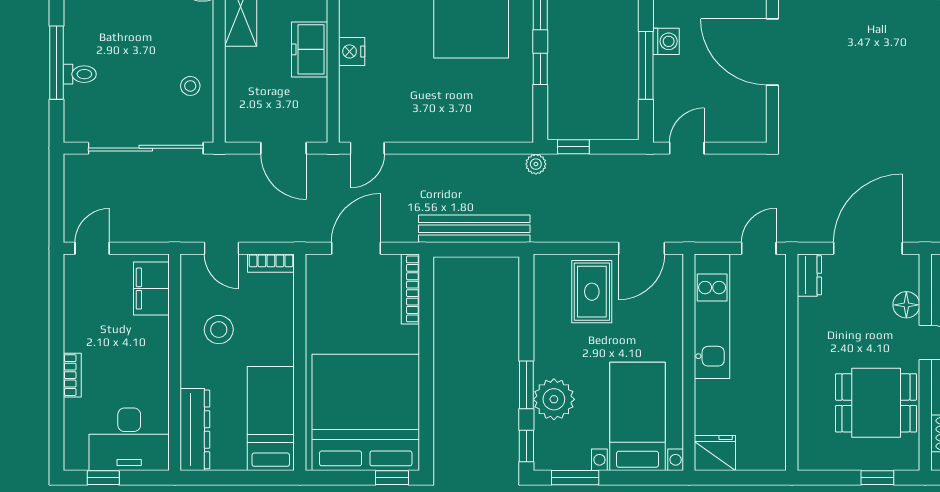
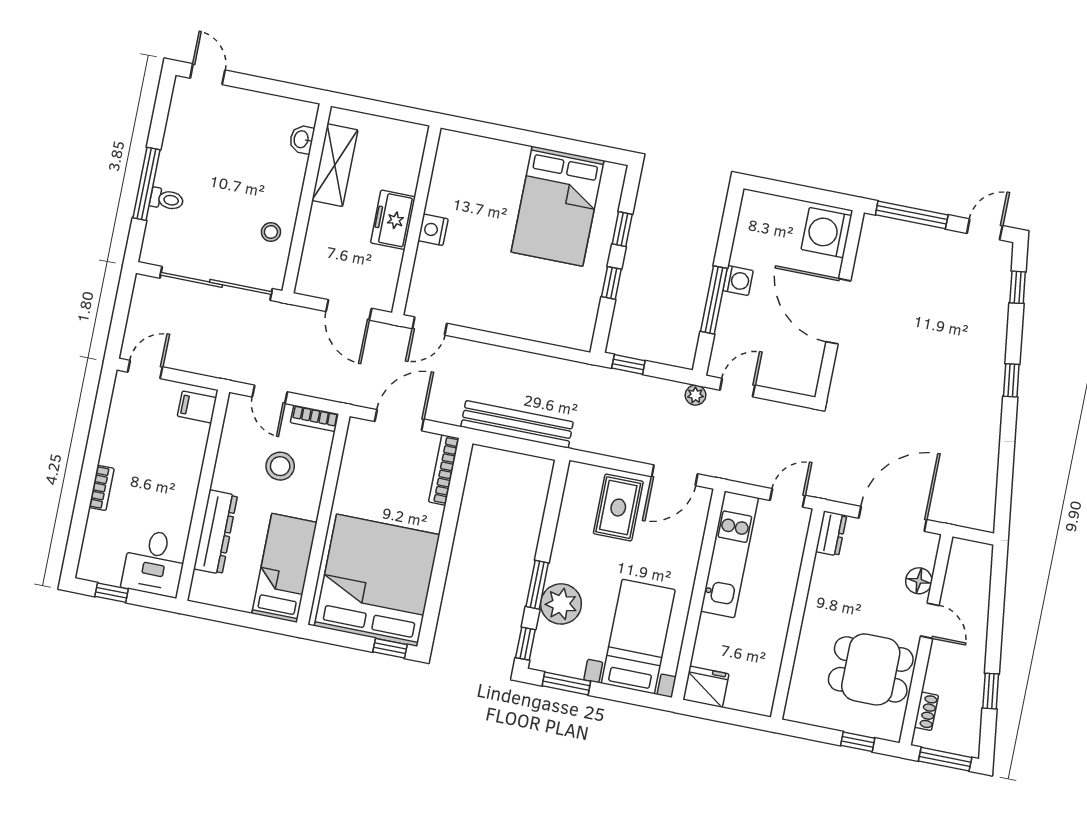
plant: (536, 164) -> (695, 395), moved
filing cabinet: (151, 289) -> (197, 407), width x0.50
stool: (219, 330) -> (280, 466), moved
dresser: (195, 429) -> (216, 532), moved
desk: (129, 439) -> (154, 563), width x0.73

